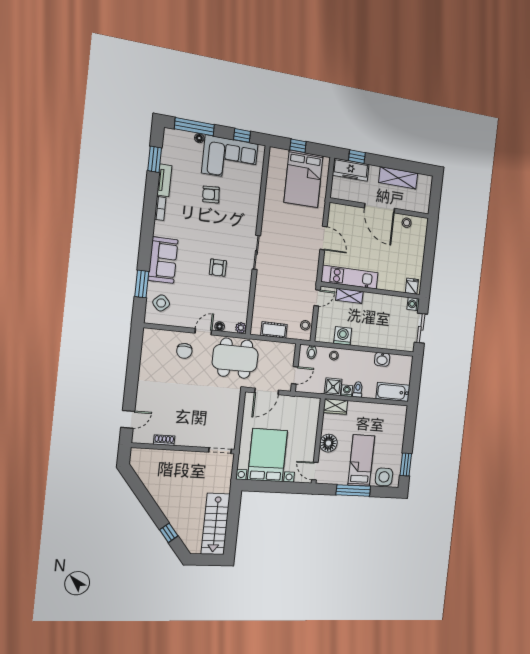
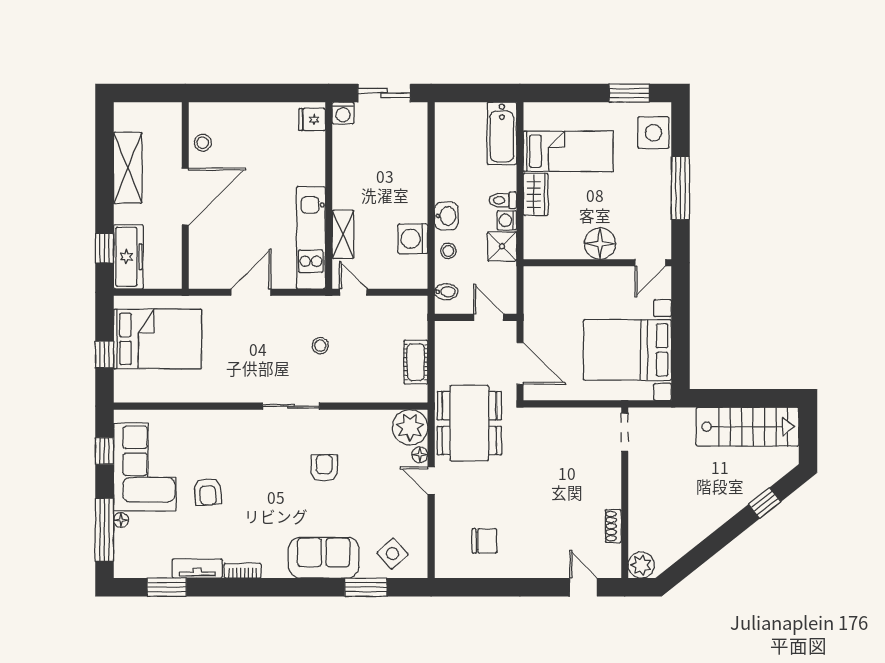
armchair: (218, 268) -> (324, 468), turned -90
stool: (305, 325) -> (320, 346), moved
plant: (241, 328) -> (410, 427), width x1.88, depth x1.88
chair: (184, 351) -> (484, 541), moved
washbasin: (382, 359) -> (446, 216), moved
wardrobe: (335, 406) -> (536, 194), moved
plant: (138, 456) -> (641, 565), added
bed: (361, 460) -> (568, 151), moved, turned 180

